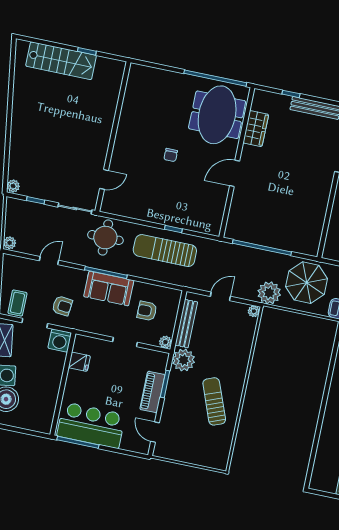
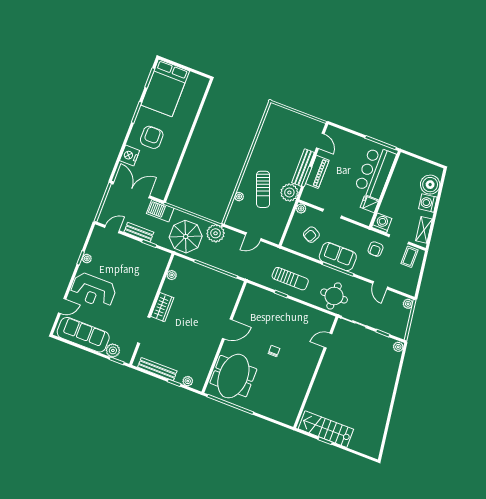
stairs: (61, 61) -> (326, 429), moved
plant: (274, 99) -> (188, 381), added
wardrobe: (256, 129) -> (162, 307), moved, turned 180
plant: (317, 231) -> (172, 275), added
sun lounger: (165, 251) -> (290, 279), width x0.73, depth x0.75
door: (49, 261) -> (380, 285), hinge flipped
armchair: (62, 306) -> (376, 249), turned -96
armchair: (147, 311) -> (311, 235), turned 117
plant: (254, 311) -> (239, 197), moved
bench: (186, 324) -> (303, 168), moved
sun lounger: (214, 401) -> (263, 189), moved
bar counter: (91, 425) -> (375, 172), moved, turned 90

